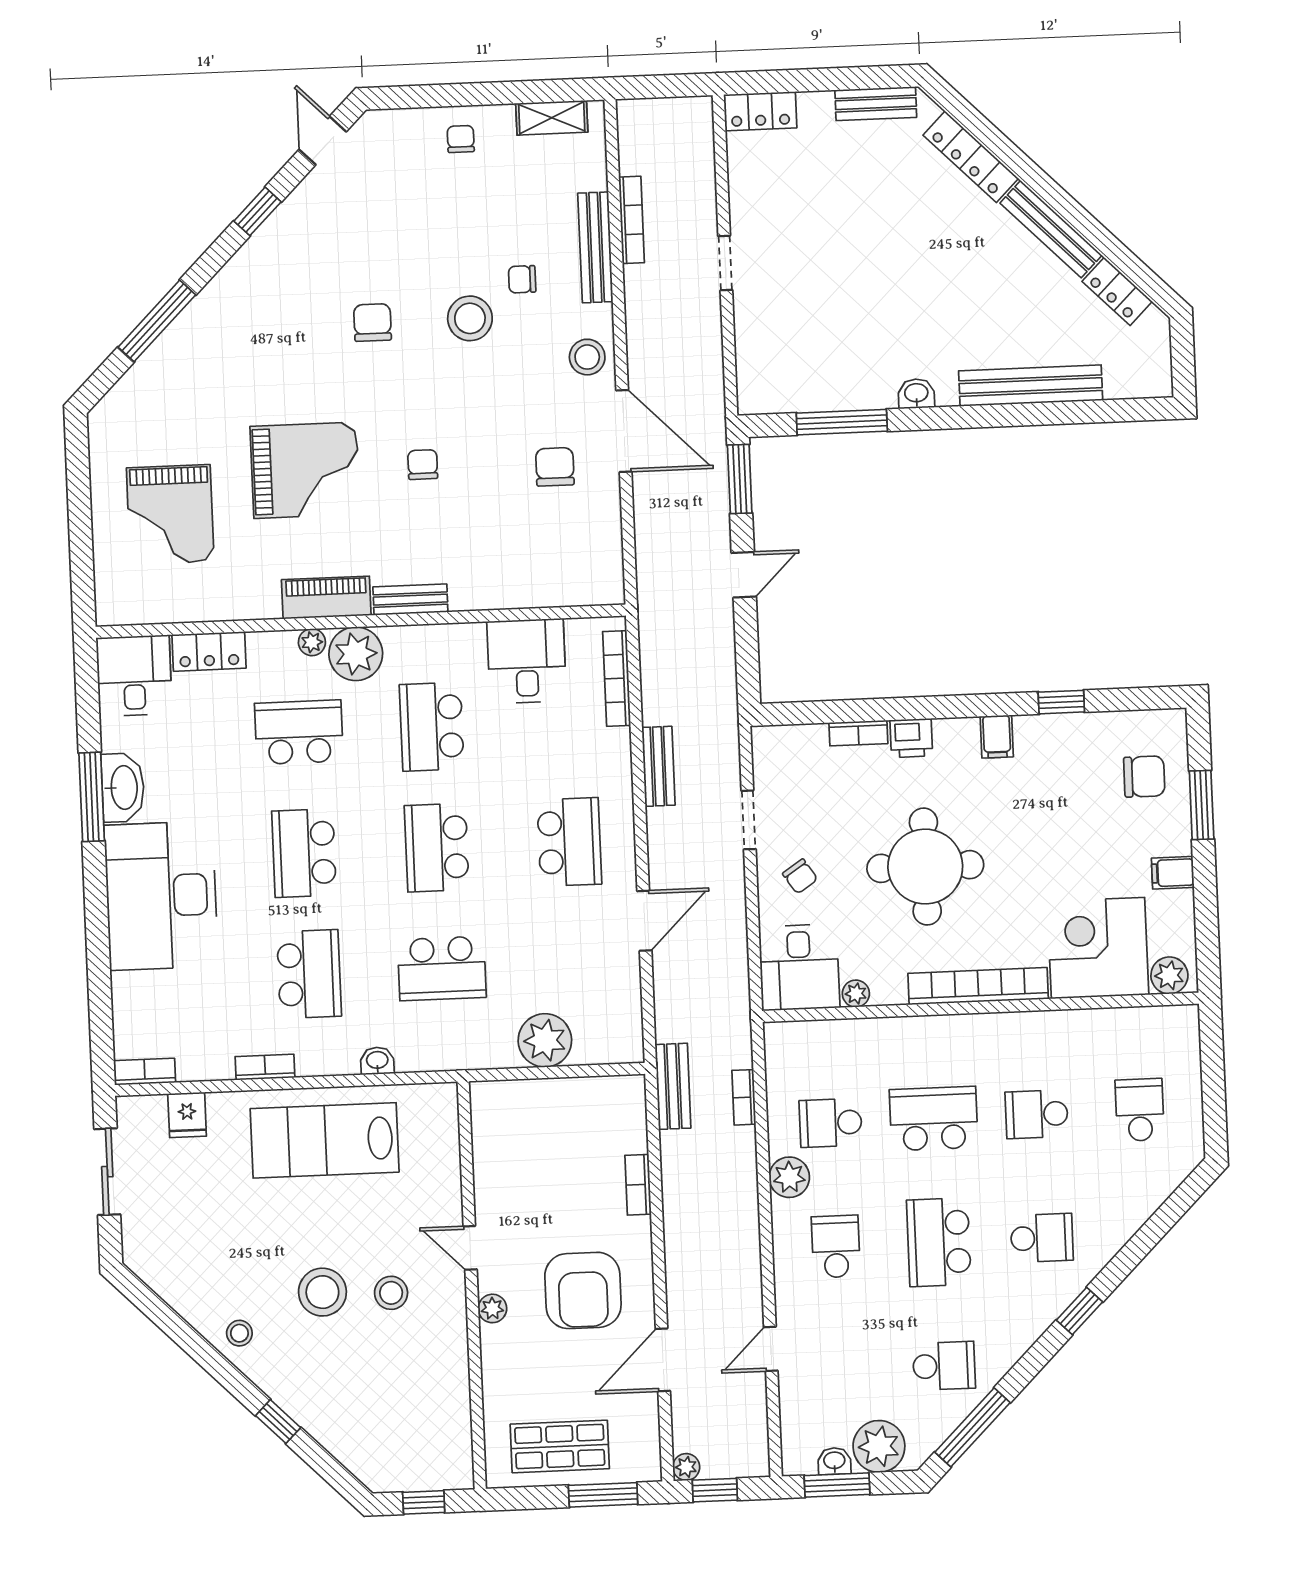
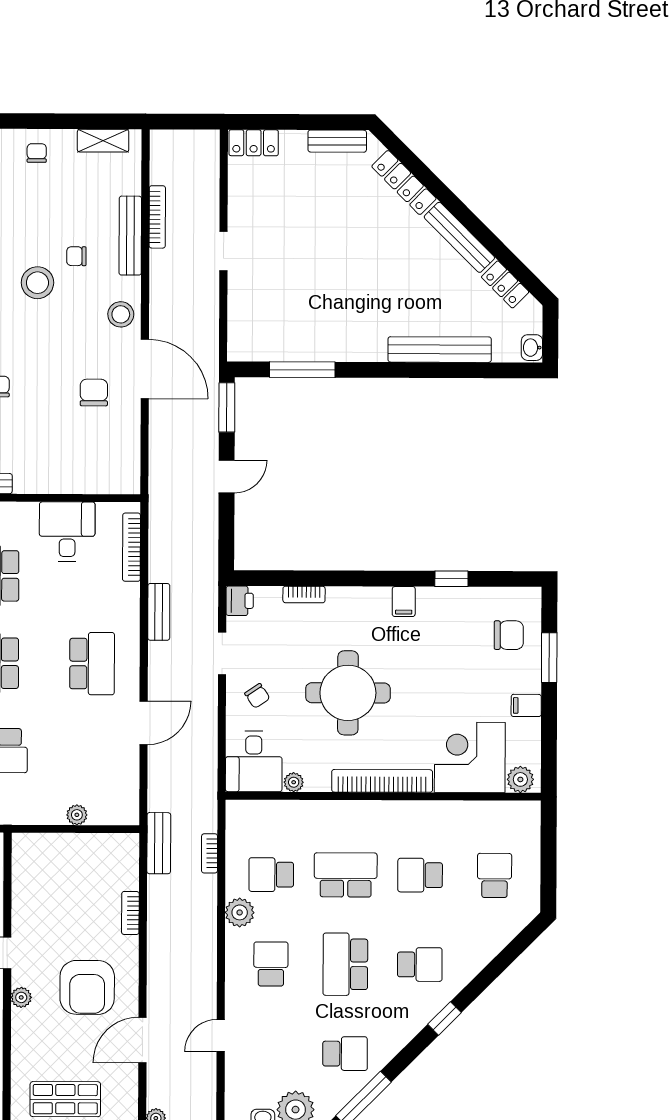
washbasin: (916, 394) -> (532, 348), moved, turned -90
printer: (911, 738) -> (240, 601), moved, turned -90
plant: (545, 1040) -> (77, 815), width x0.53, depth x0.53

